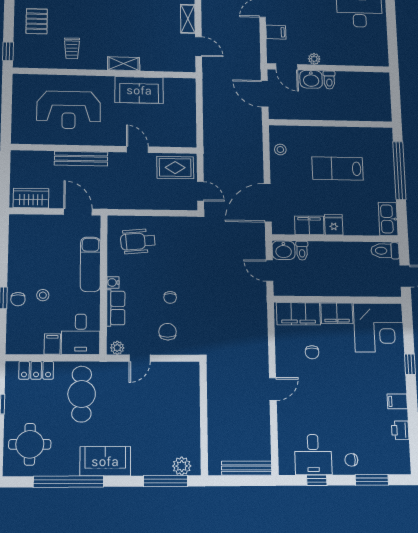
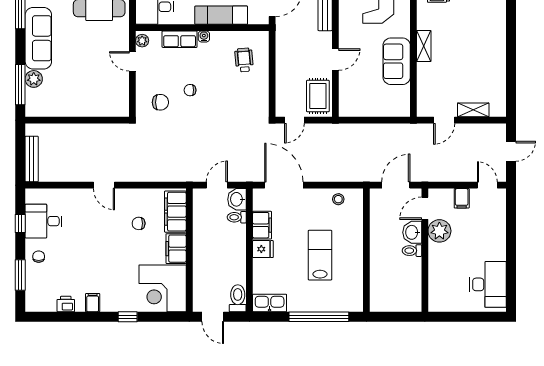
plant: (314, 59) -> (439, 231), width x1.88, depth x1.88
wheelchair: (138, 241) -> (244, 60), width x0.73, depth x0.73
chair: (168, 332) -> (160, 102), moved
sofa: (105, 461) -> (38, 38), width x1.36
plant: (182, 466) -> (34, 79), moved

